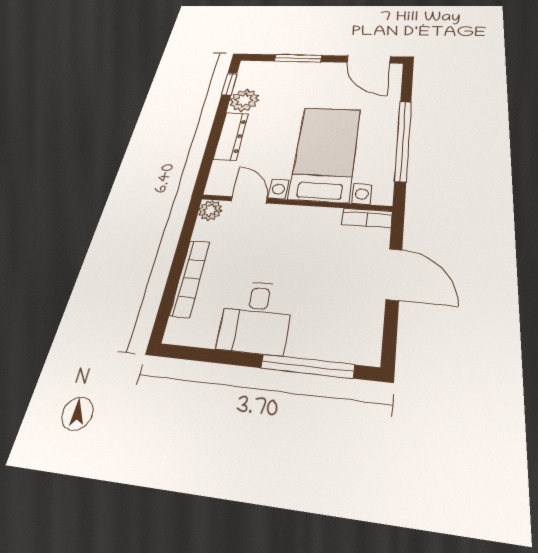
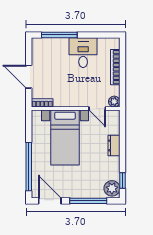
window: (298, 58) -> (88, 201), width x1.44
plant: (244, 100) -> (112, 188), moved
dresser: (231, 136) -> (114, 145), width x0.70
window: (403, 140) -> (29, 167), moved

